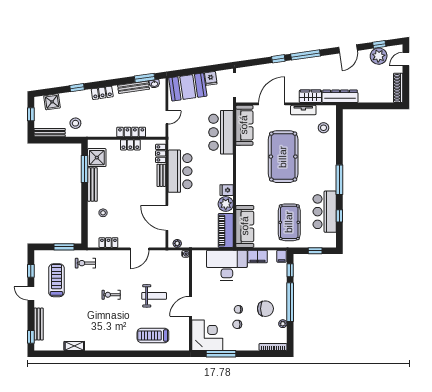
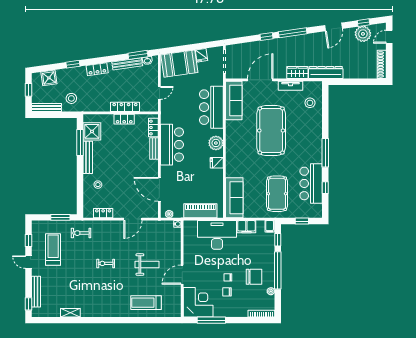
plant: (226, 204) -> (216, 143), moved
piano: (226, 230) -> (200, 211), moved, turned 90

